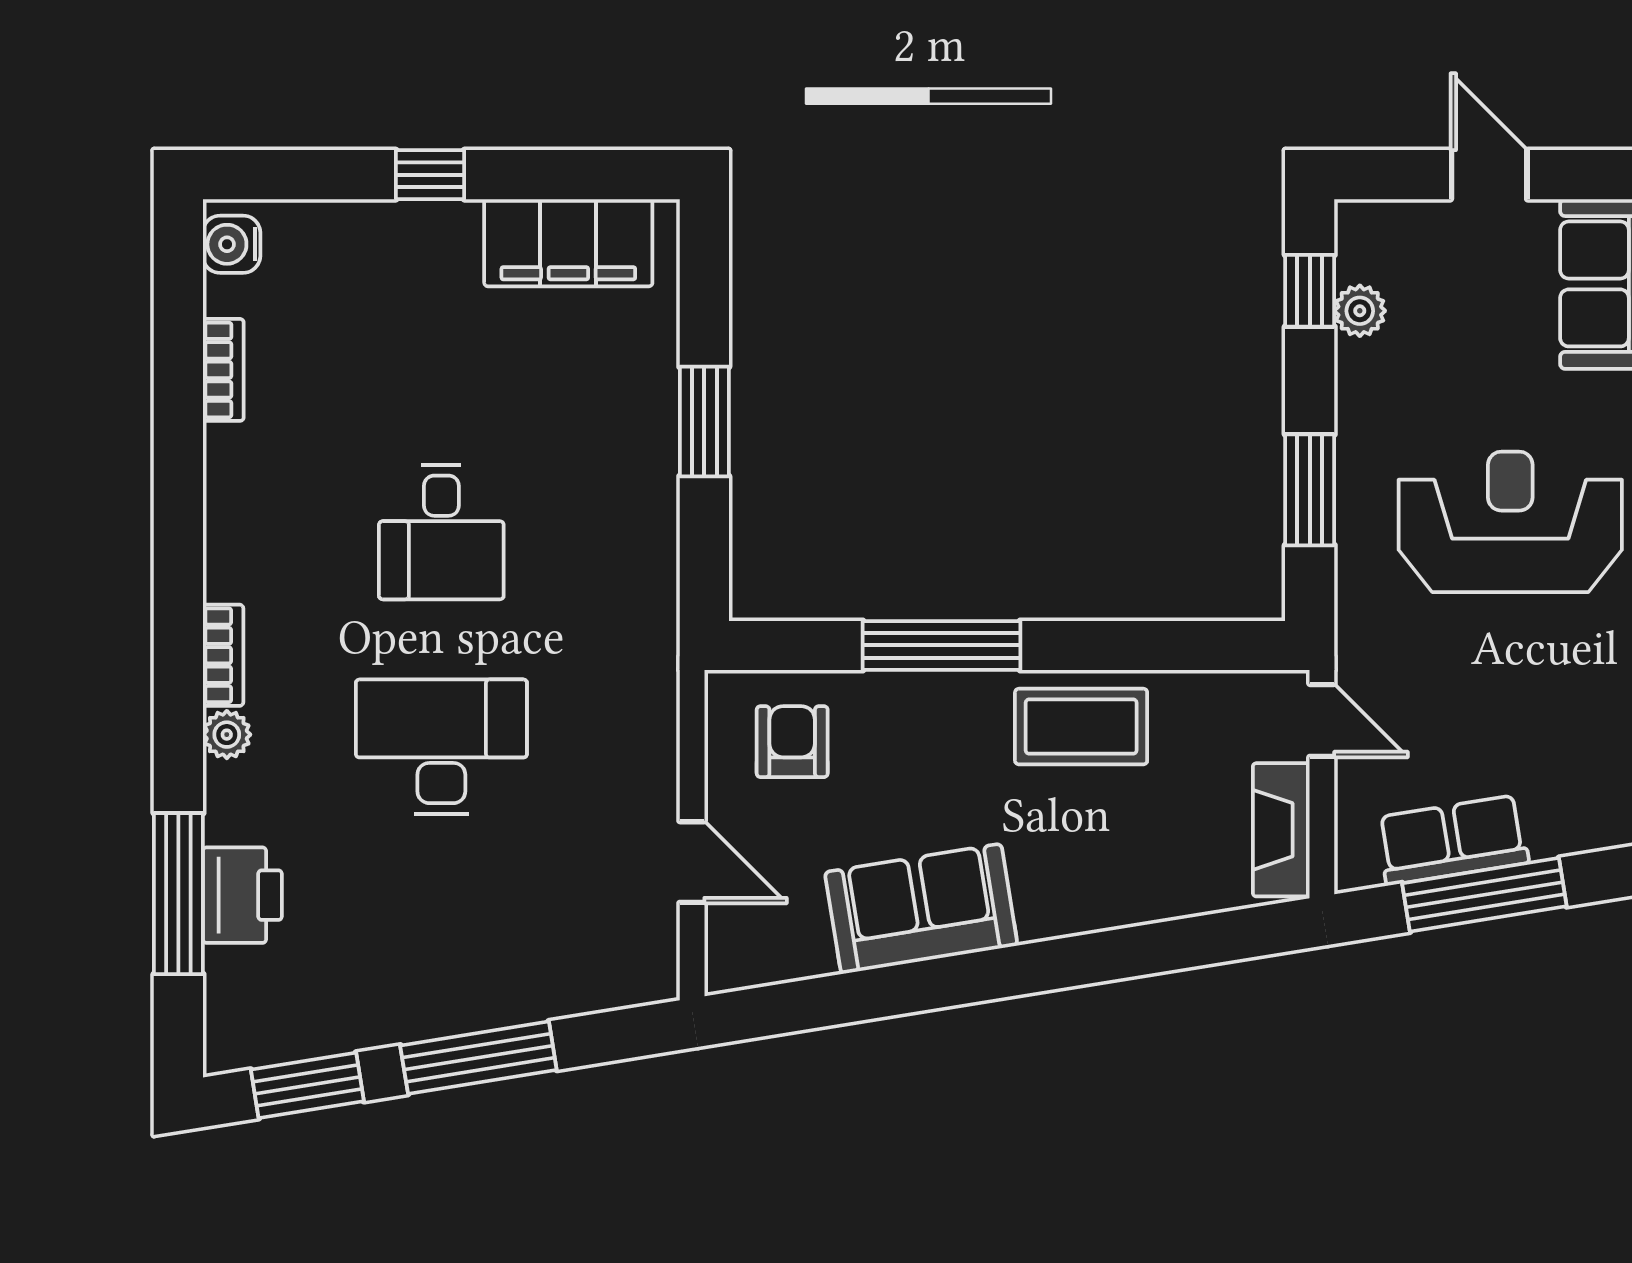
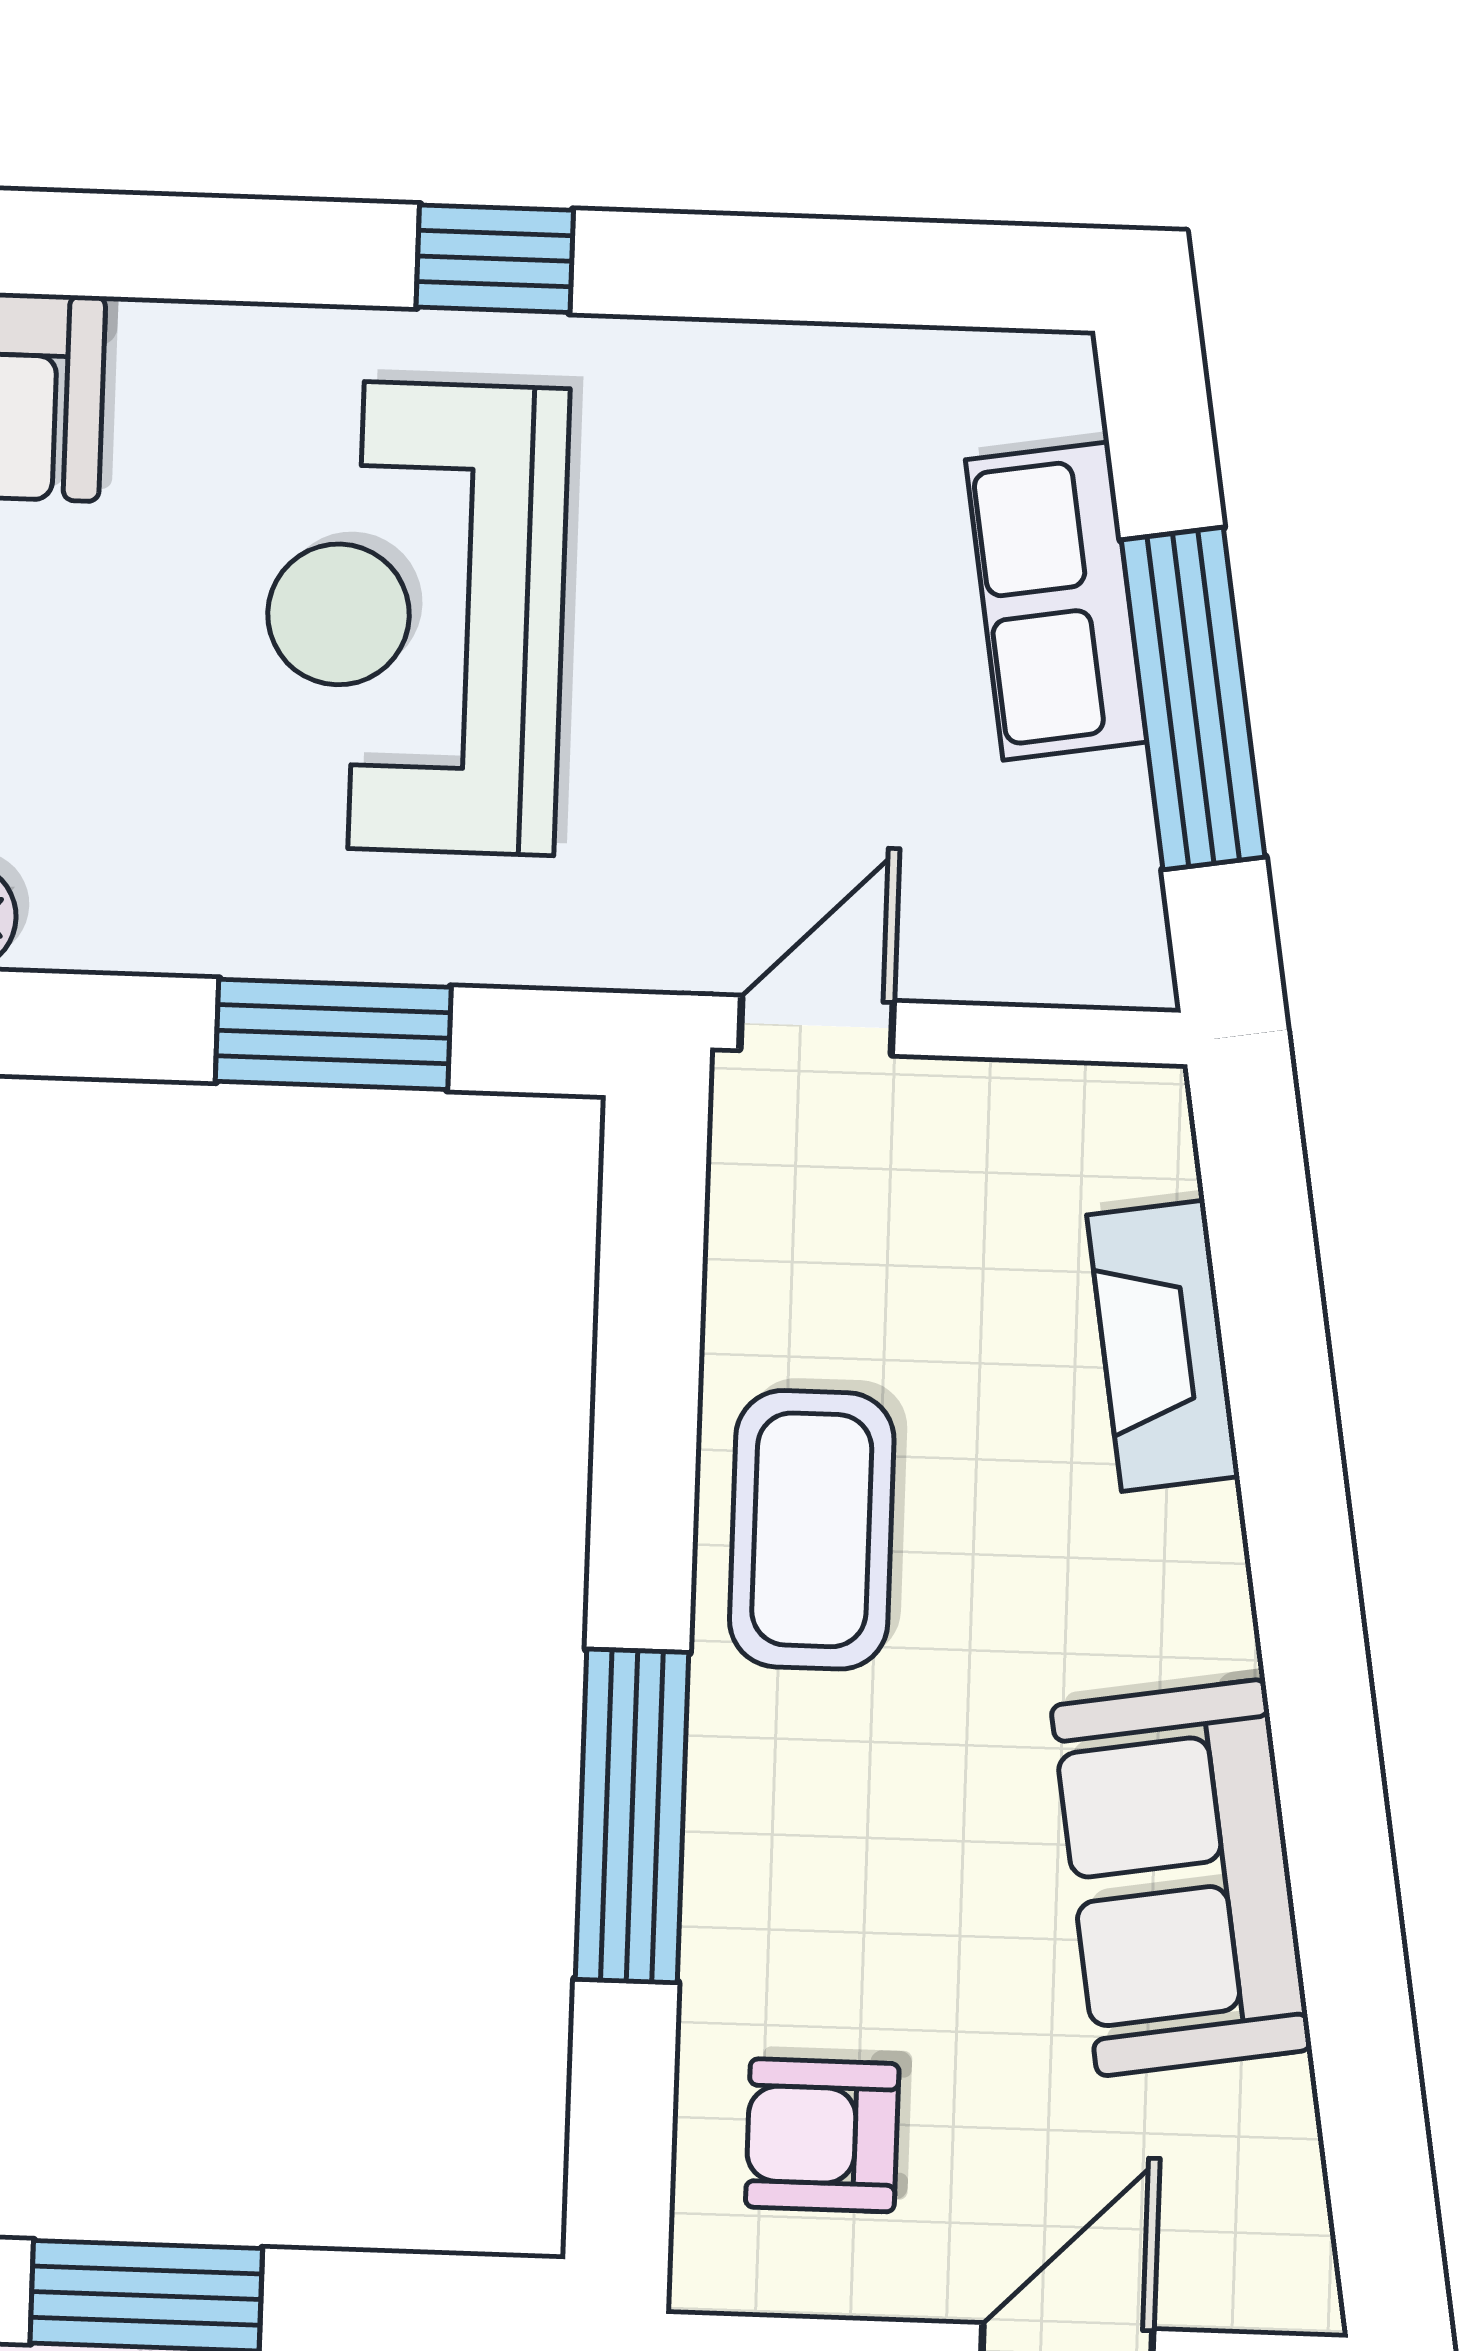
fireplace: (1281, 830) -> (1163, 1346), moved, turned 81
row of seats: (1452, 840) -> (1056, 601), moved

